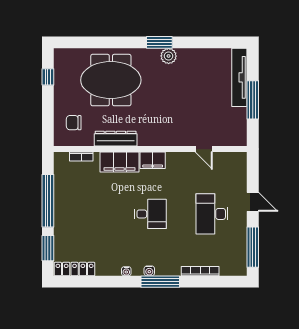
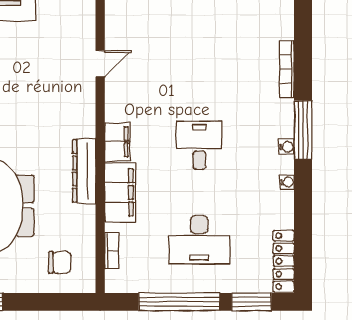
chair: (74, 123) -> (60, 262), turned -90
dresser: (116, 139) -> (84, 171), moved
desk: (212, 214) -> (199, 240), moved

